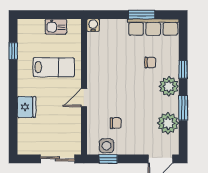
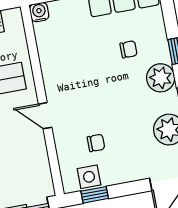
door: (84, 98) -> (45, 116), hinge flipped

